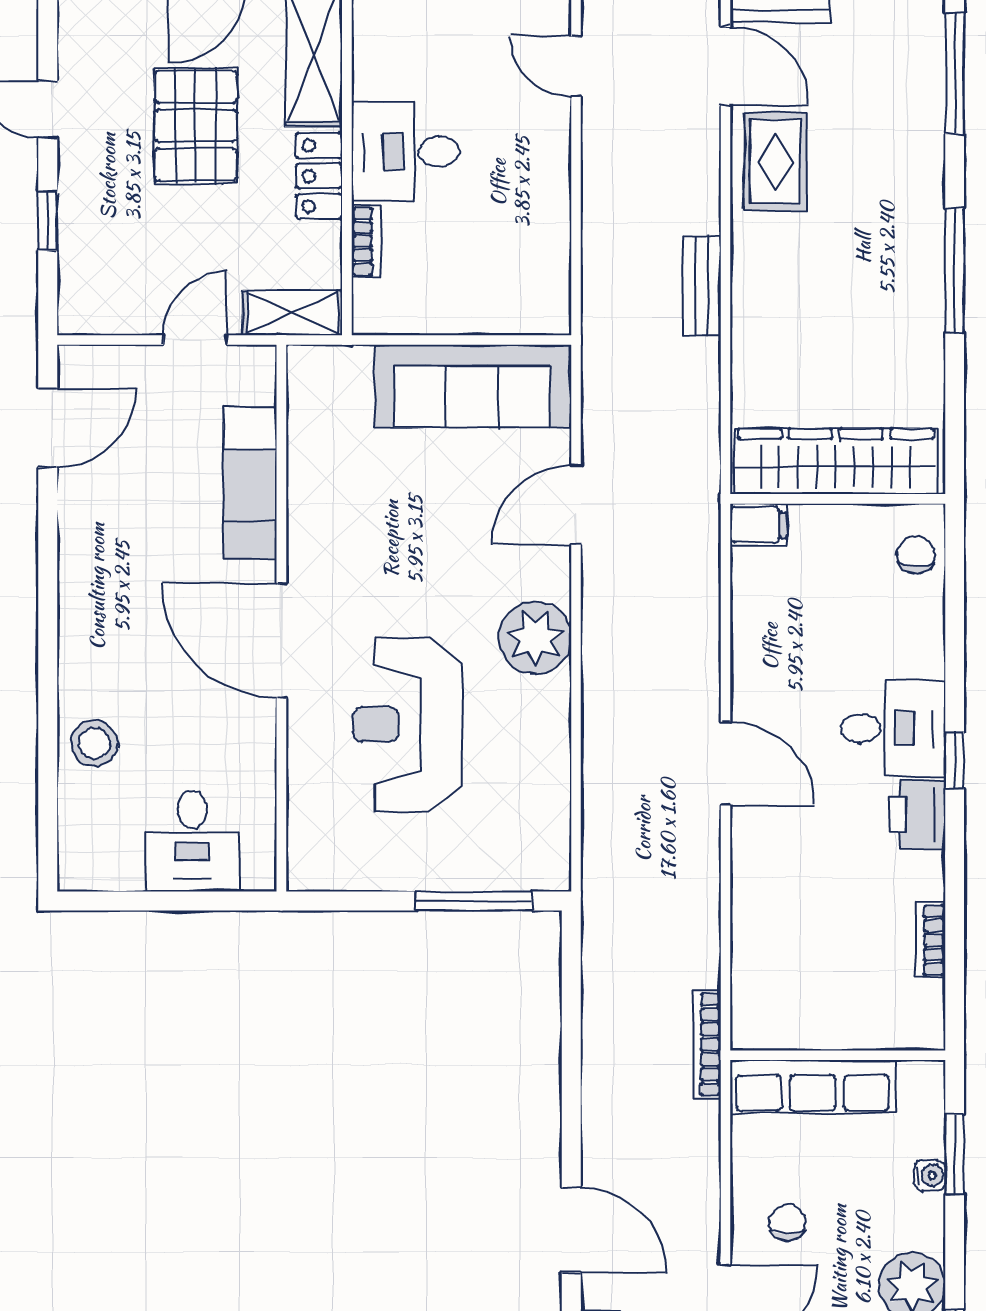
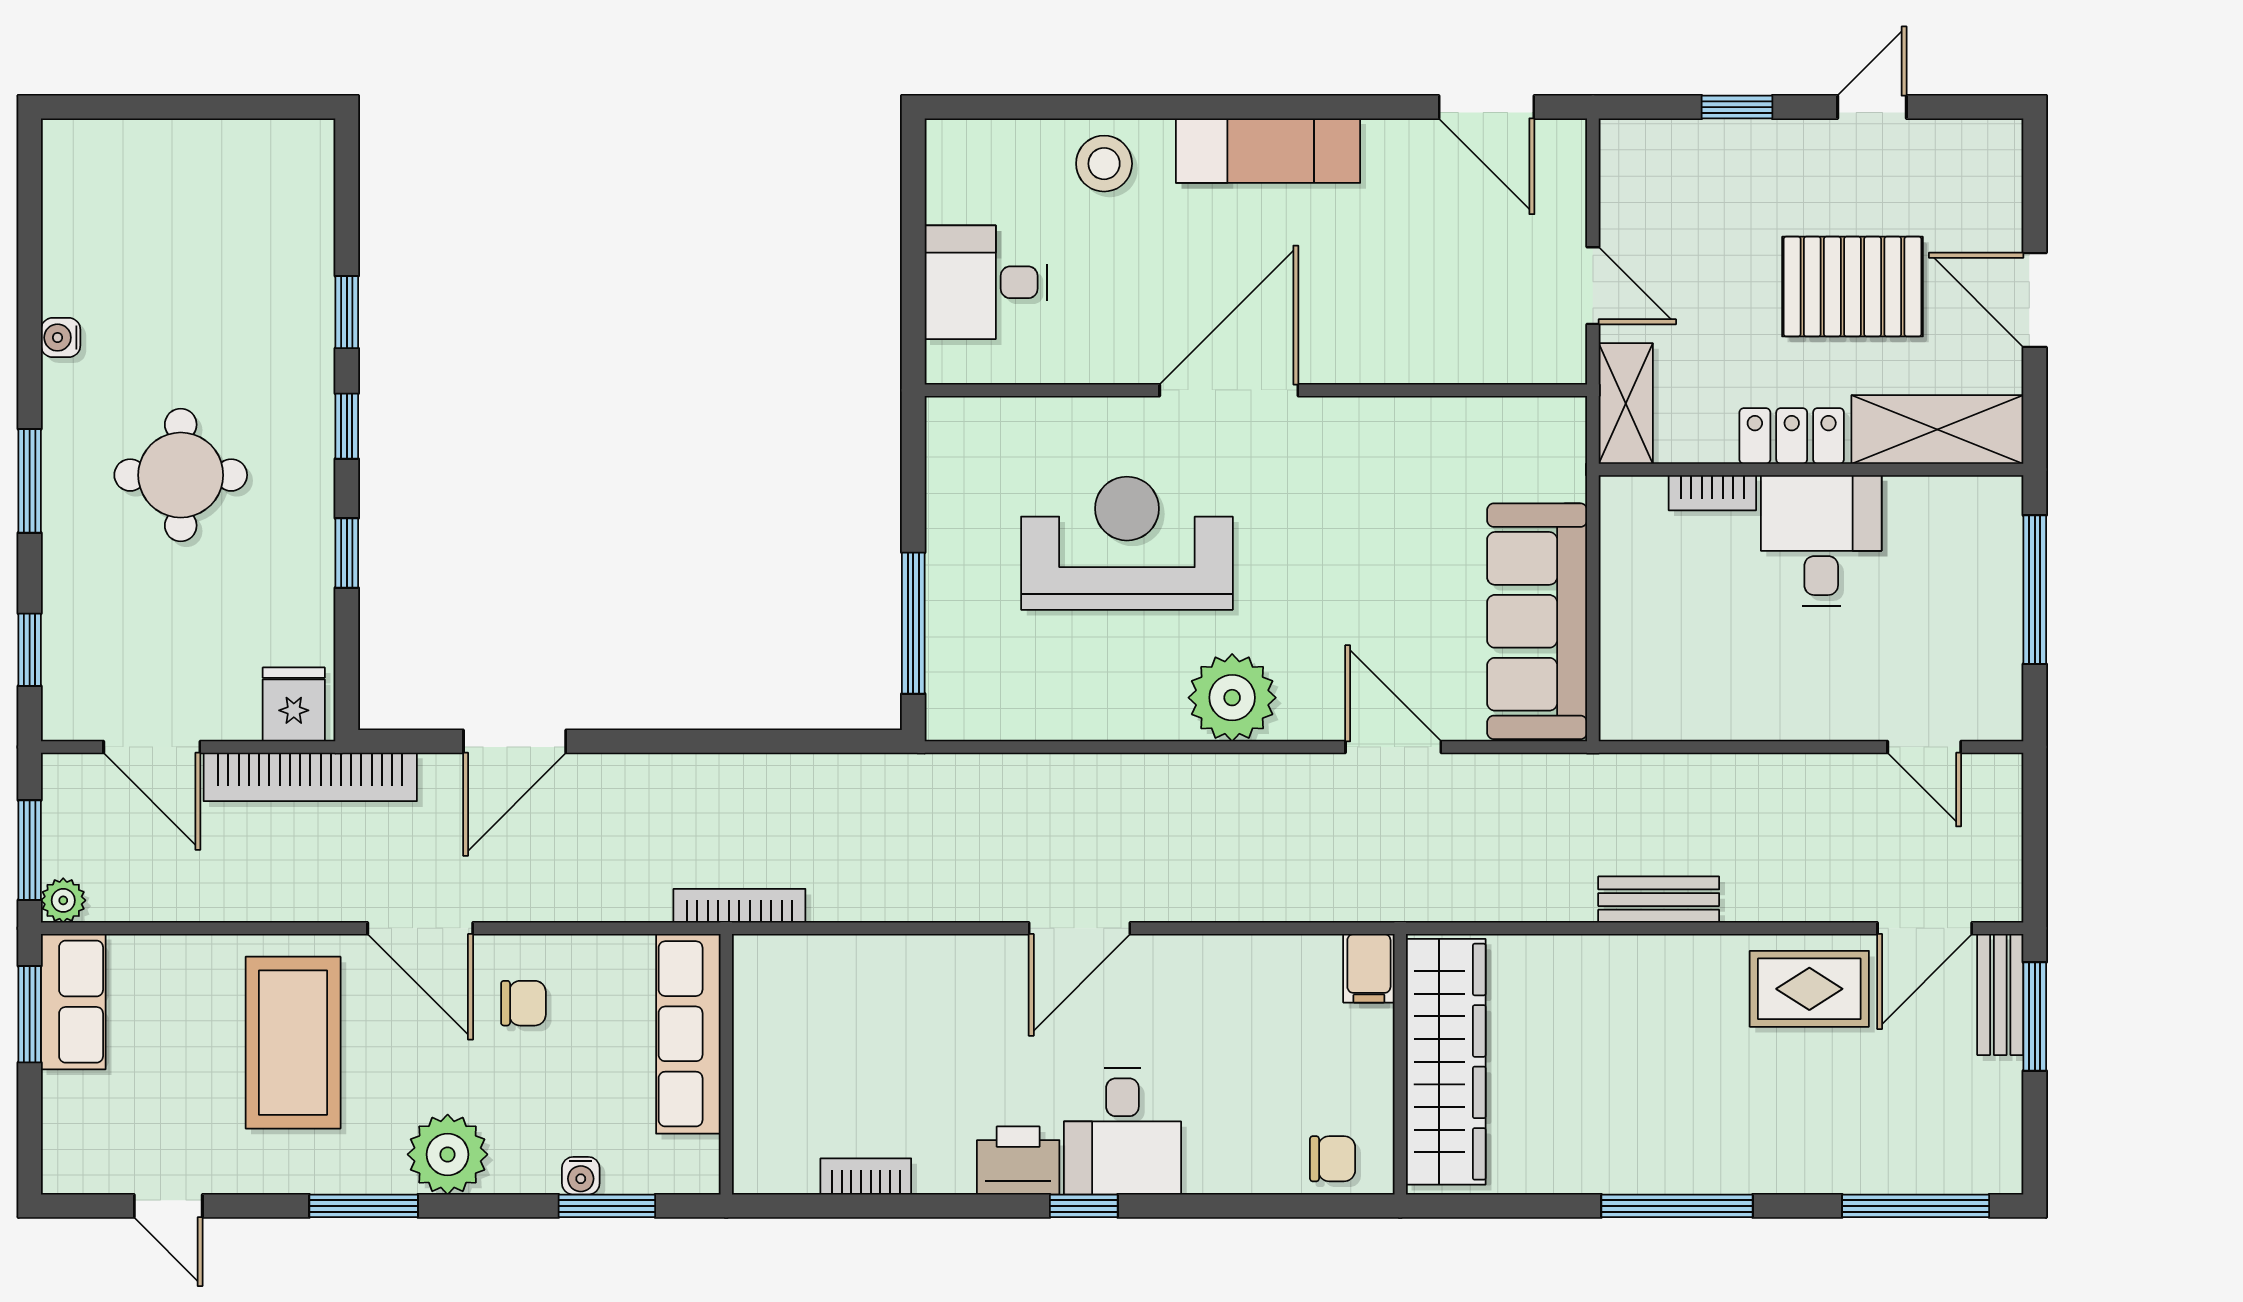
door: (576, 66) -> (1924, 747), swing flipped
exam couch: (250, 483) -> (1268, 151), moved, turned 180

